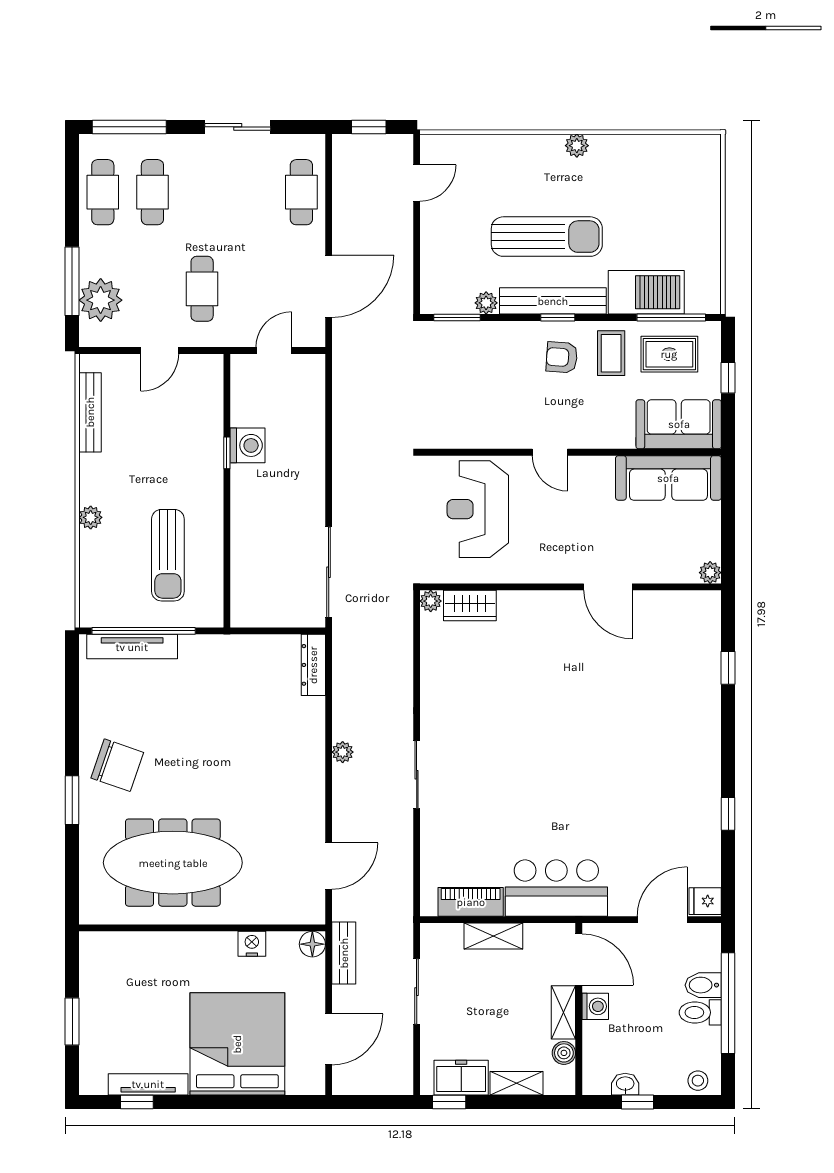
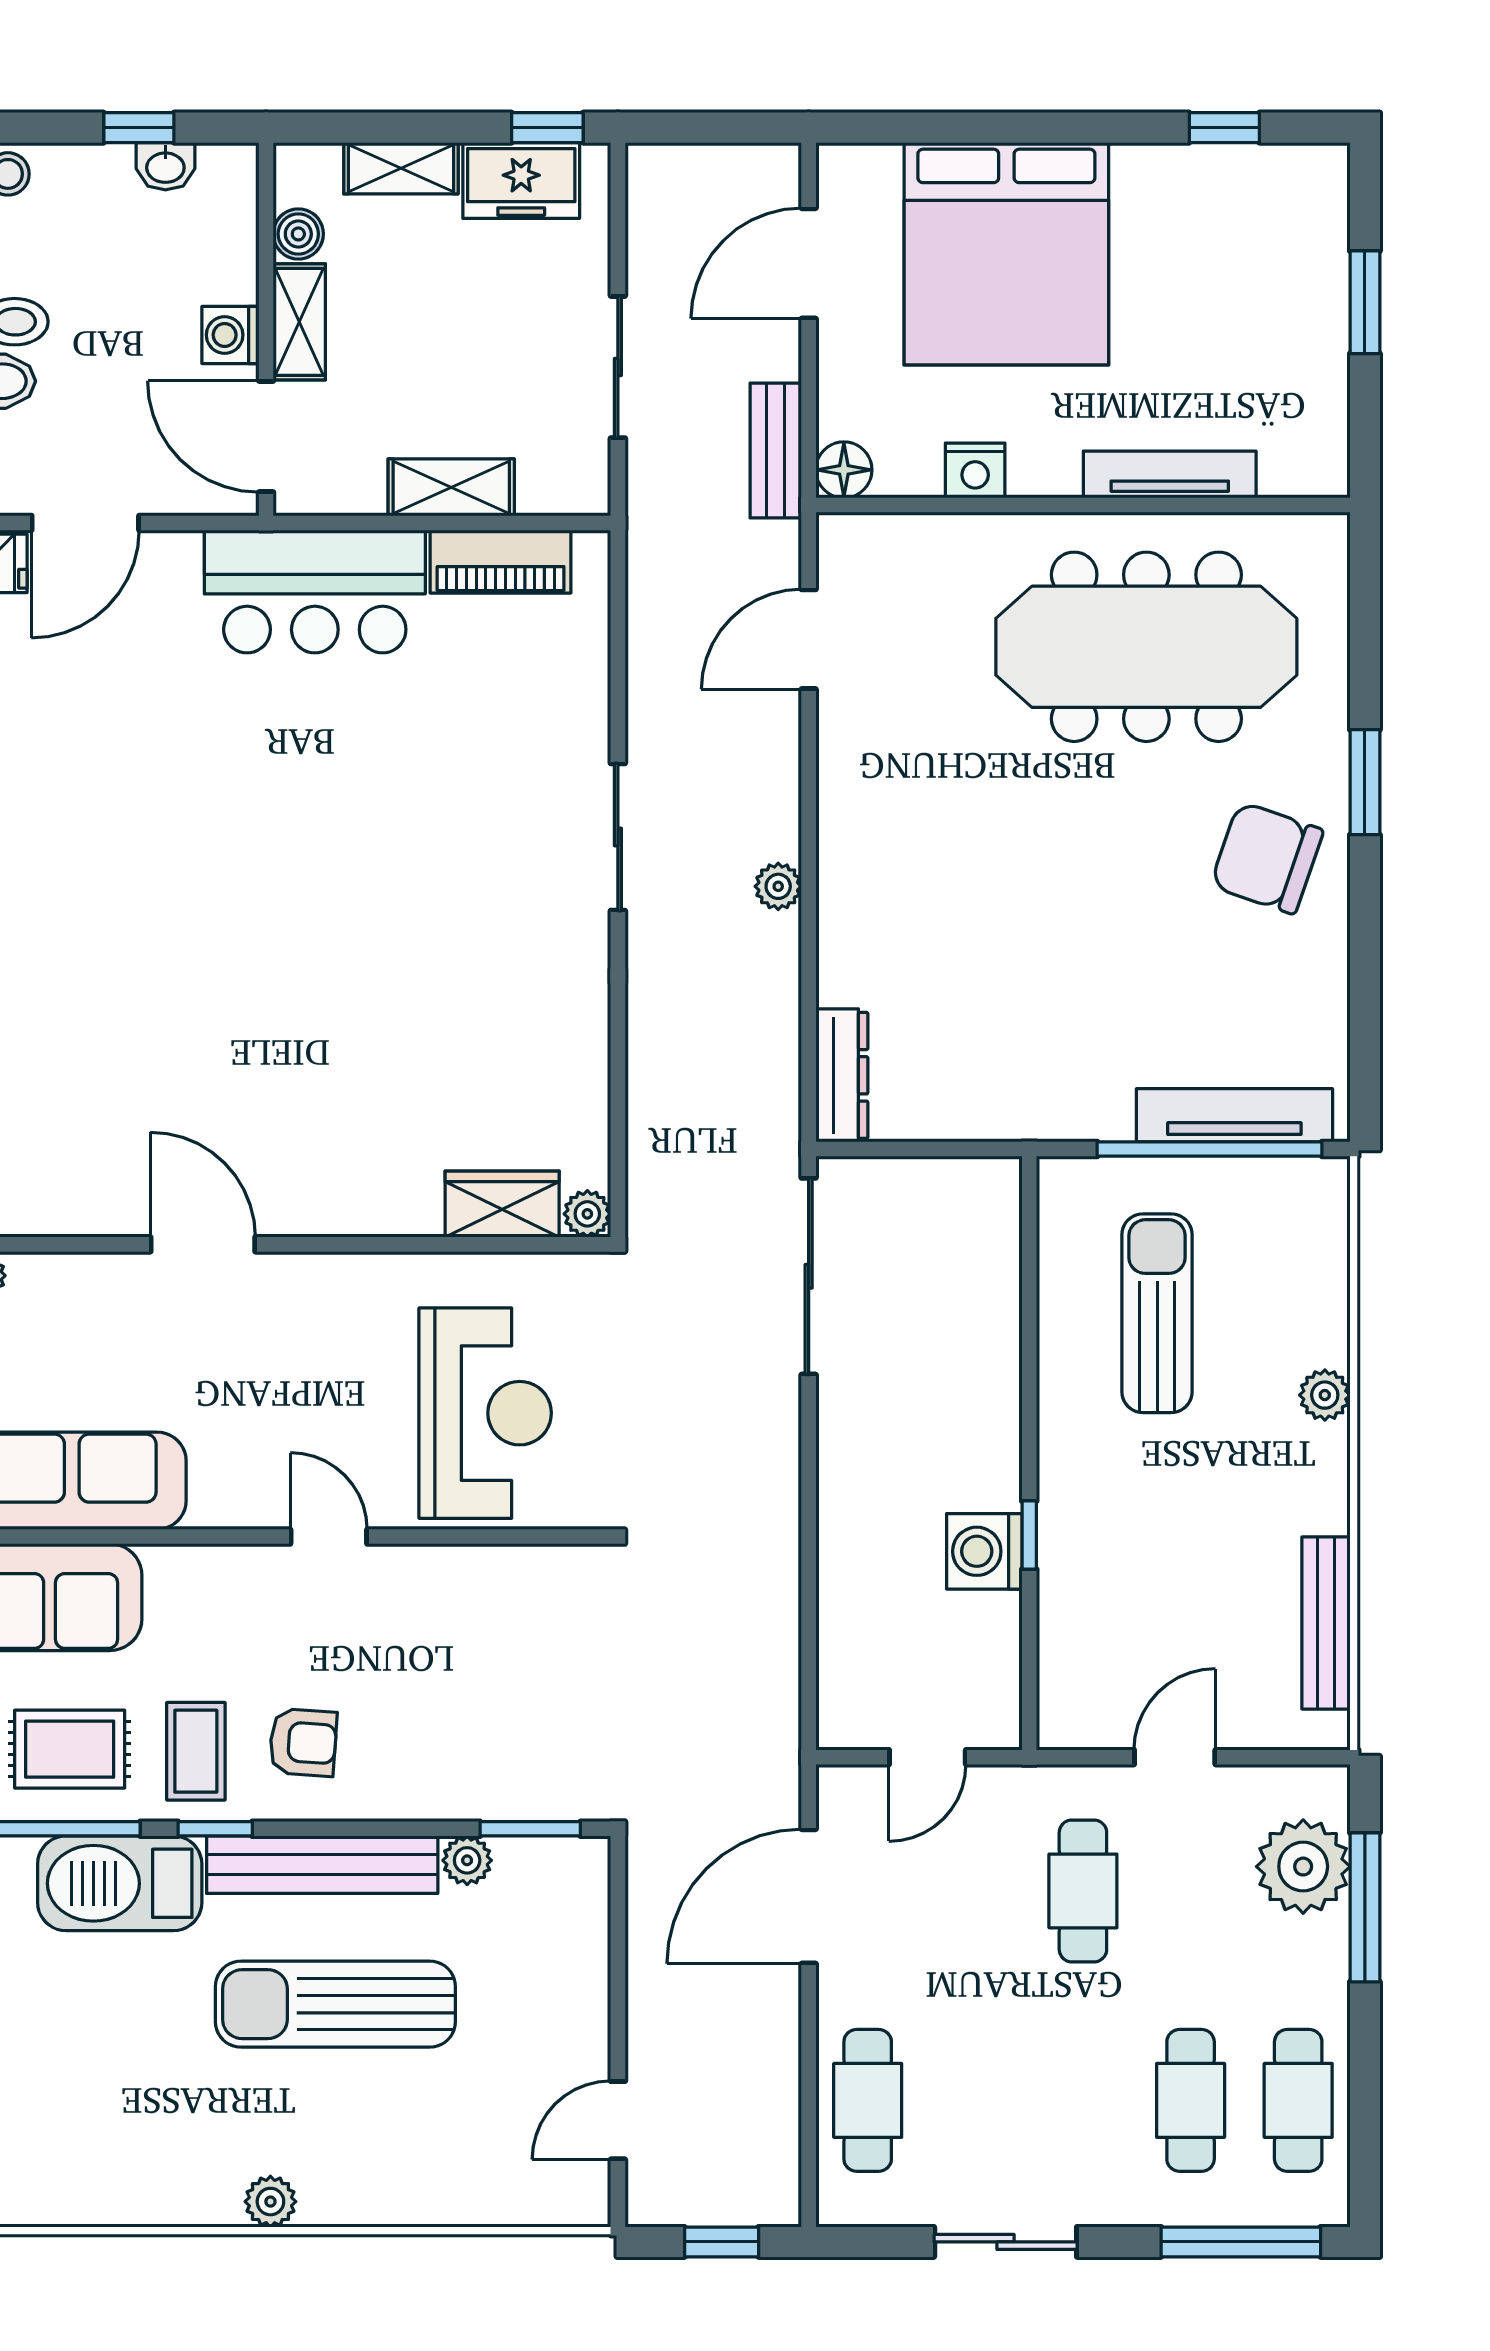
window: (558, 317) -> (215, 1829), moved
tv unit: (148, 1084) -> (1170, 474), moved, turned 180

